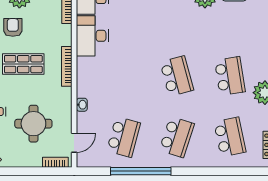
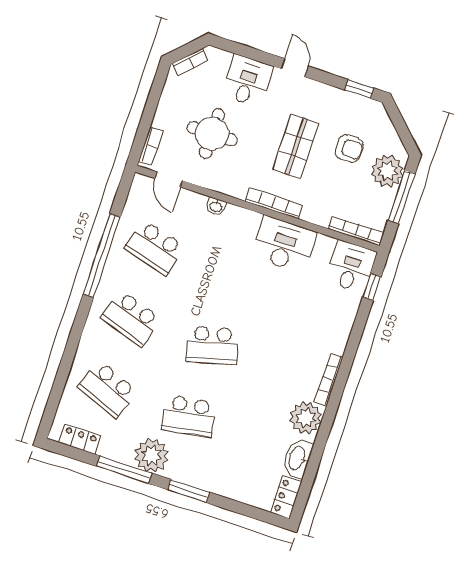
desk: (92, 36) -> (284, 244), moved
school desk: (230, 137) -> (108, 389), turned 33

